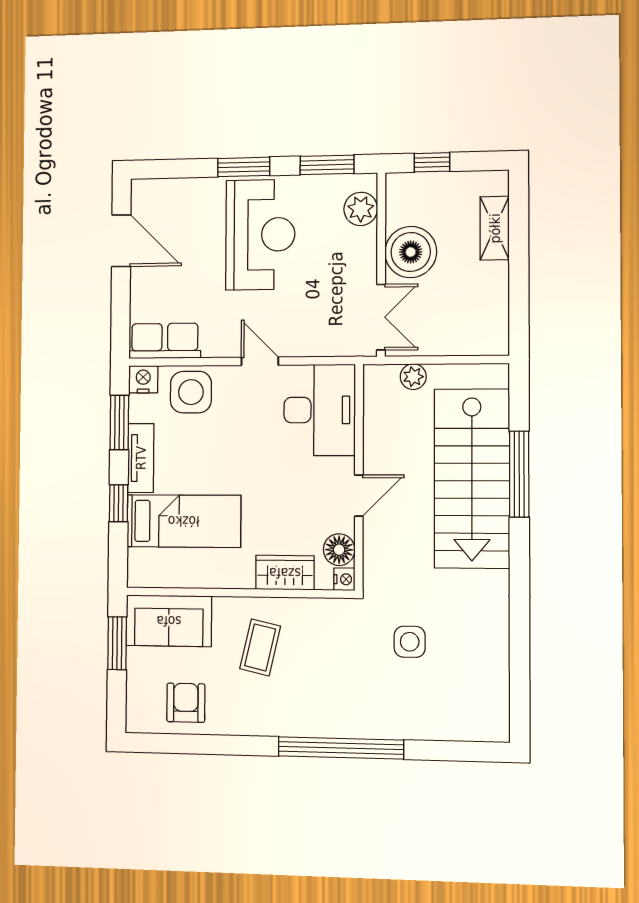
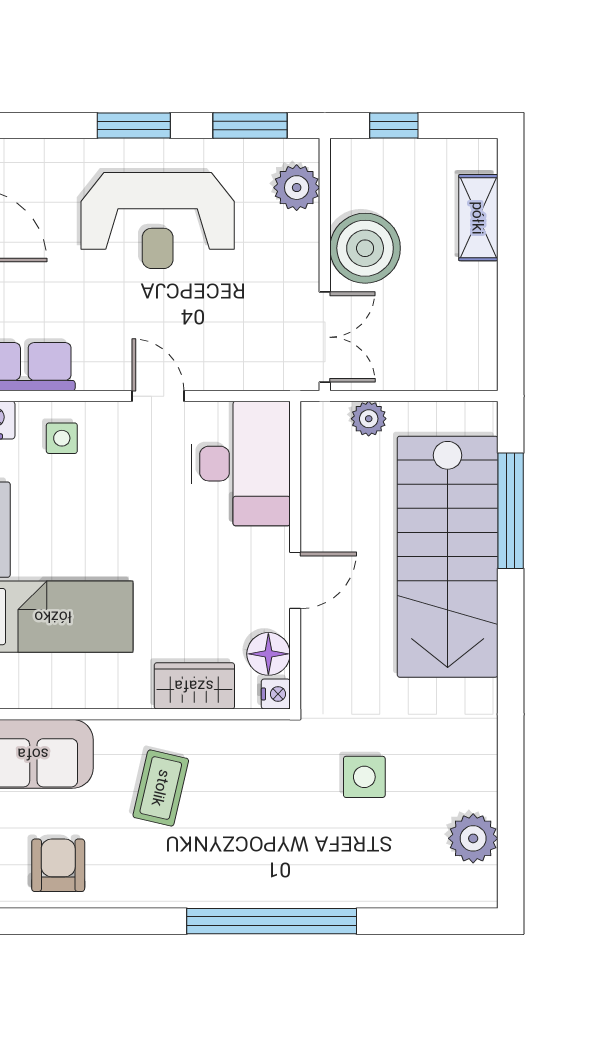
reception desk: (260, 235) -> (158, 221), turned 90
side table: (191, 392) -> (62, 438), width x0.54, depth x0.54
window: (519, 474) -> (511, 511), moved
plant: (491, 689) -> (473, 838), added

